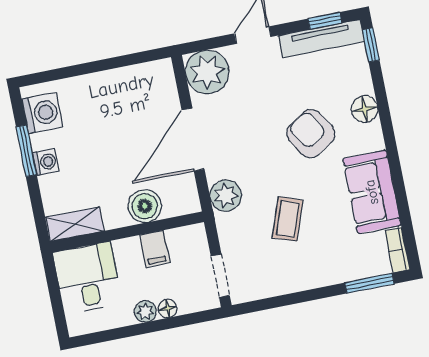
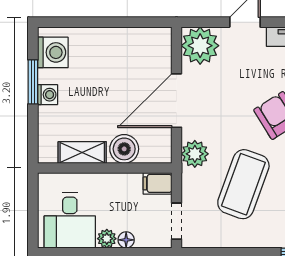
coffee table: (288, 219) -> (243, 184), width x1.86, depth x1.72
shelving: (75, 224) -> (82, 152), moved
filing cabinet: (155, 249) -> (157, 183), moved, turned 90
desk: (88, 278) -> (70, 220), moved, turned 180

